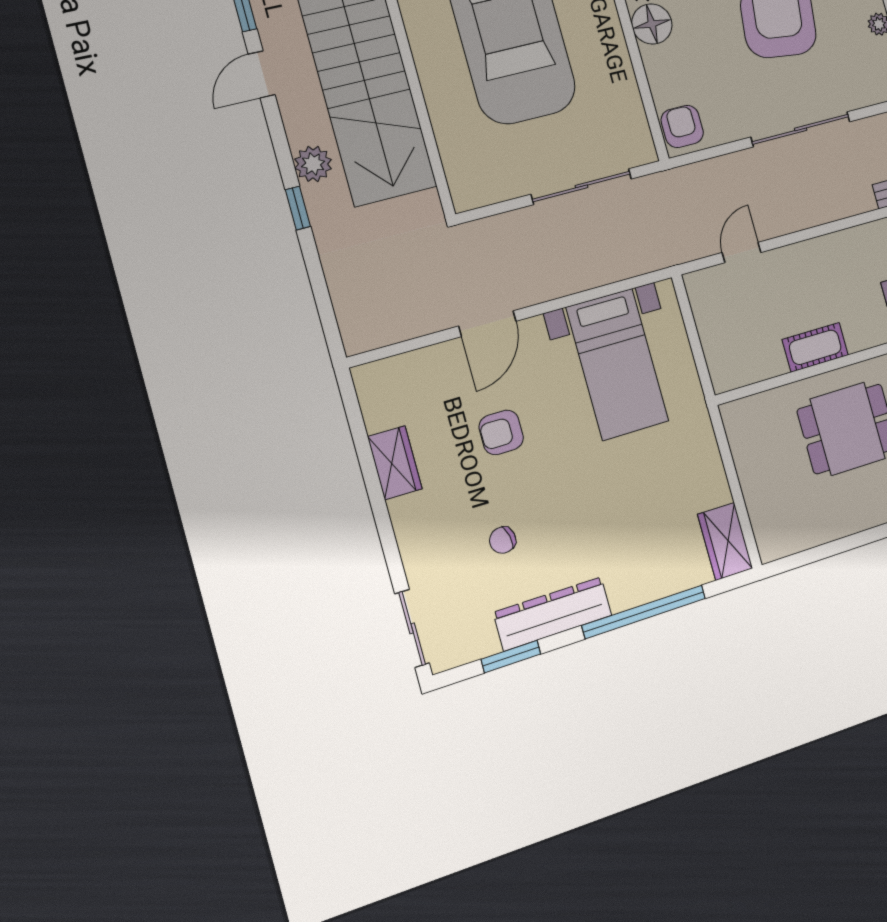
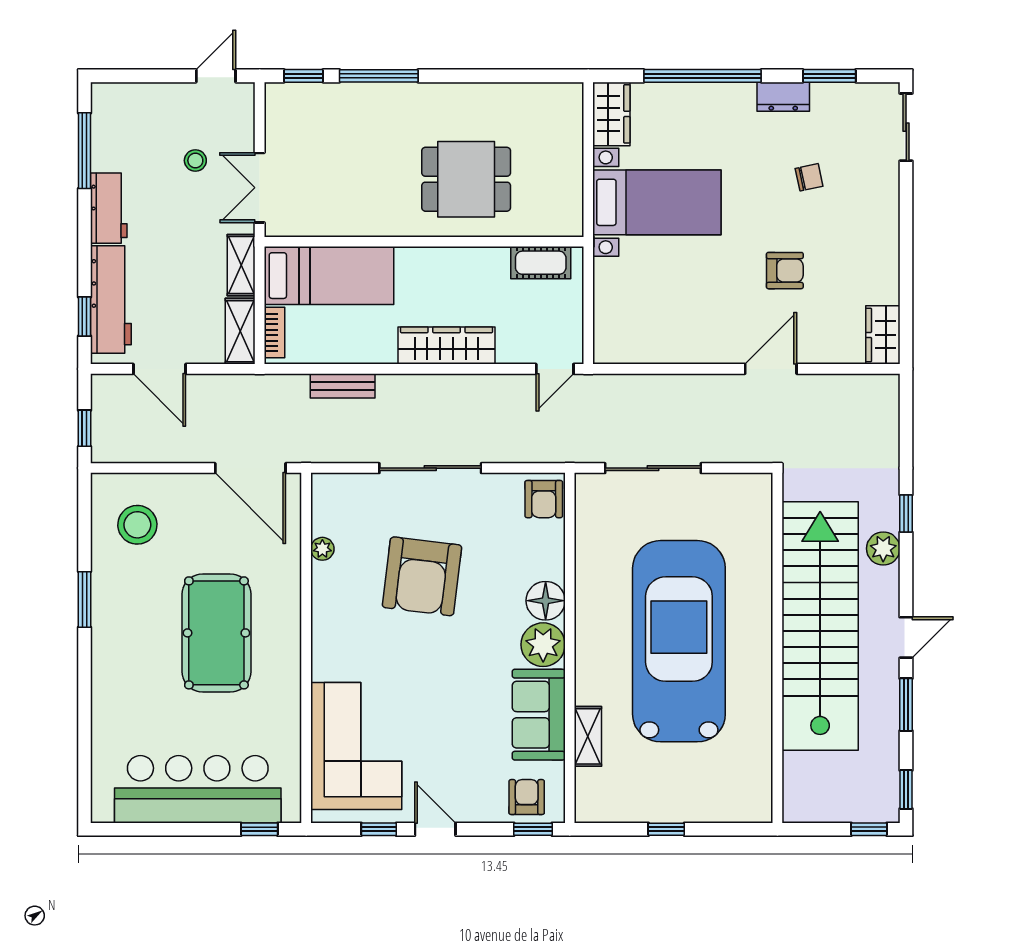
door: (742, 252) -> (555, 369), moved
wardrobe: (820, 256) -> (447, 346), added
cot: (815, 347) -> (541, 263), moved
bed with nightstands: (617, 364) -> (657, 202), moved, turned 90
wardrobe: (395, 463) -> (883, 335), moved
dresser: (553, 614) -> (783, 97), width x0.51, depth x0.80

